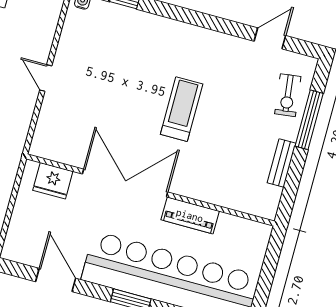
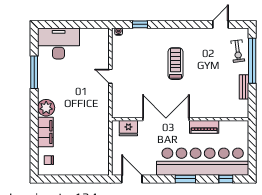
treadmill: (182, 109) -> (175, 64), moved
window: (309, 120) -> (252, 61), width x1.46
door: (56, 280) -> (132, 179), moved

